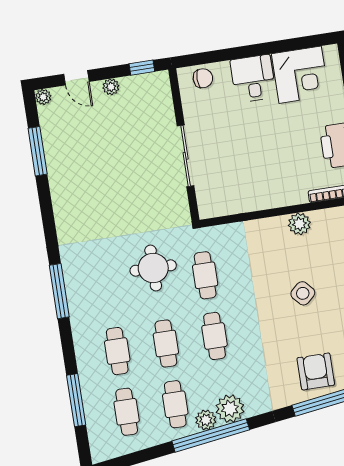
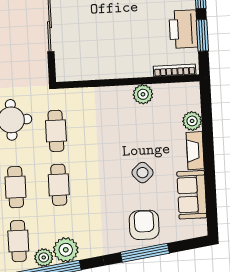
side table: (303, 293) -> (142, 173), moved

